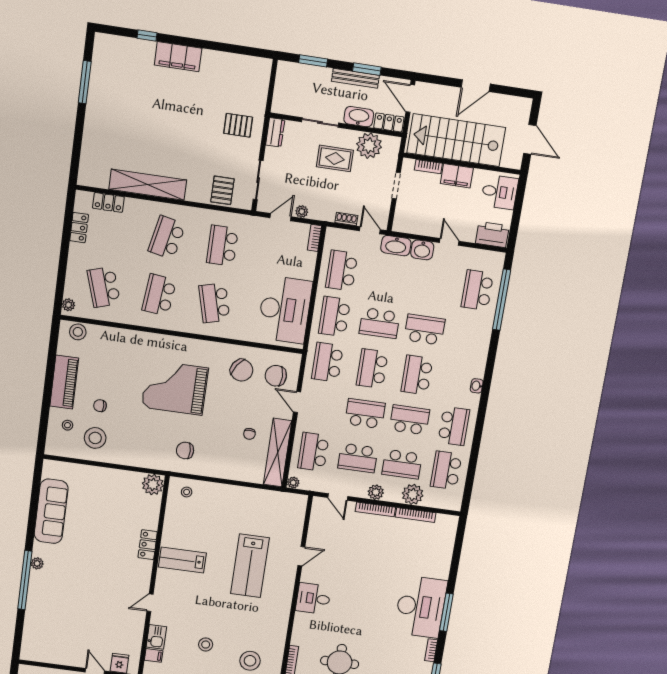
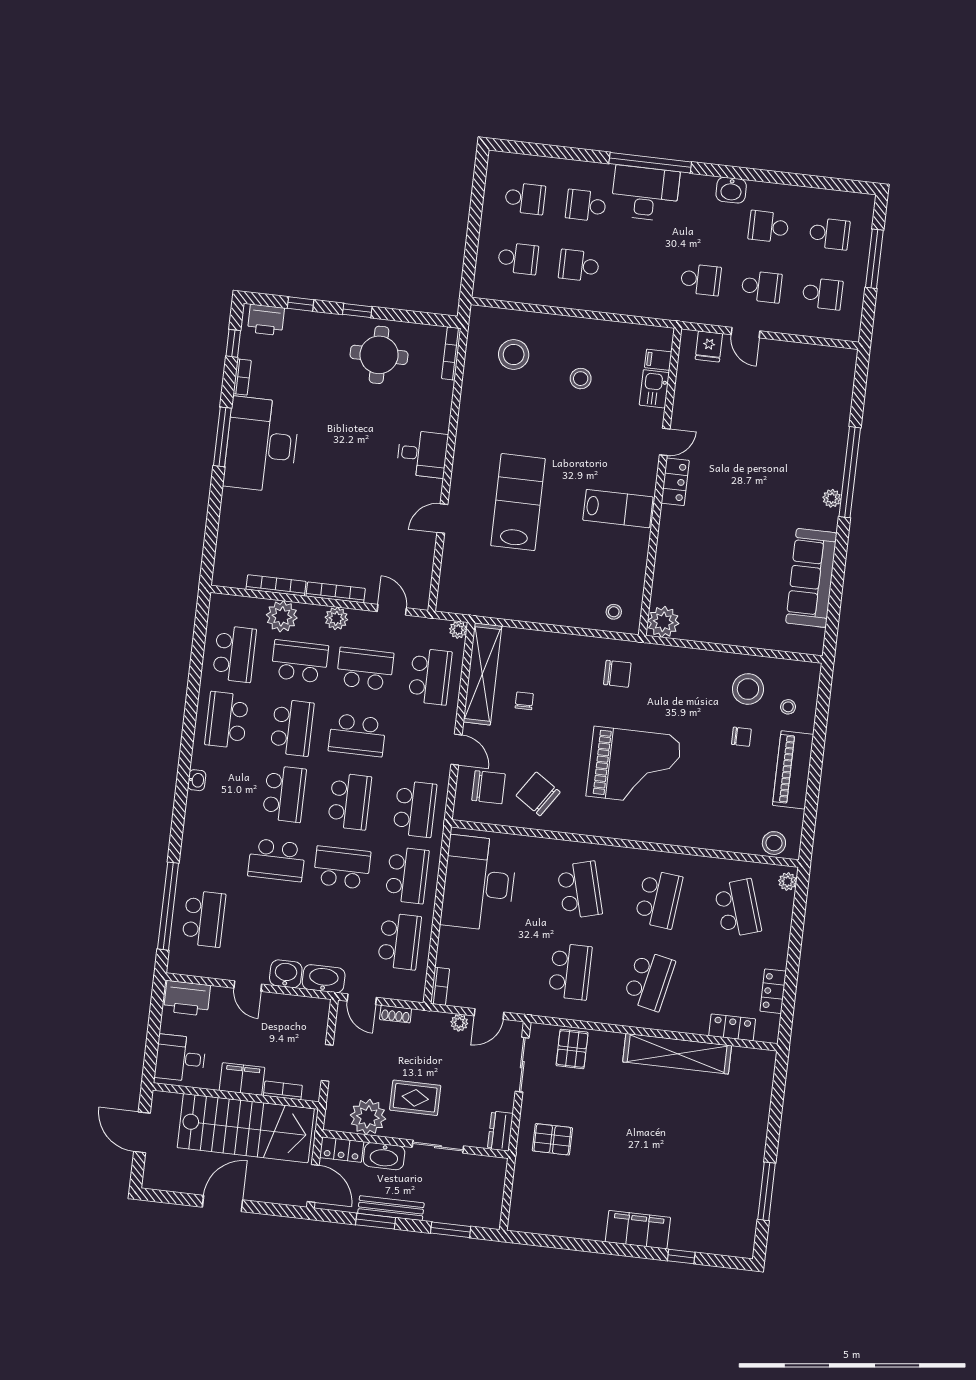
school desk: (409, 420) -> (292, 728), turned -90
locker: (148, 545) -> (675, 482), moved

